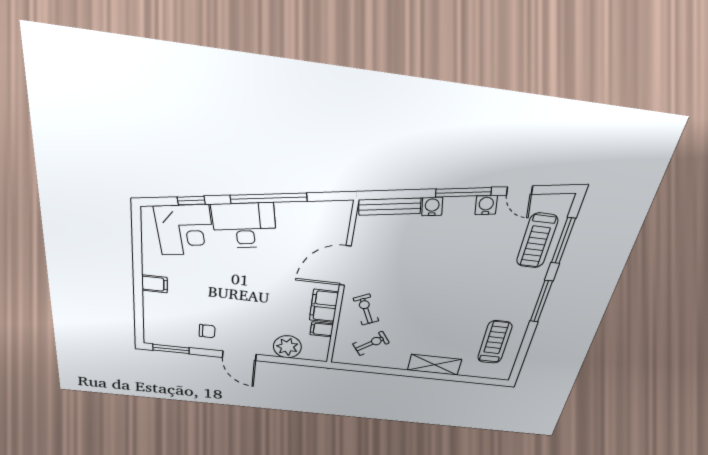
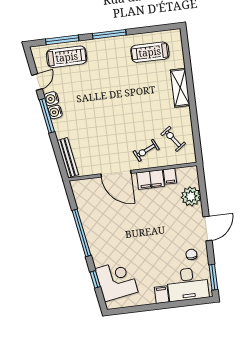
water cooler: (432, 207) -> (55, 112), moved
desk: (244, 226) -> (188, 284), moved, turned -80

